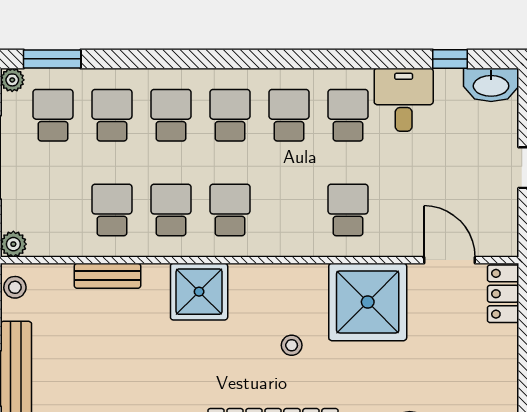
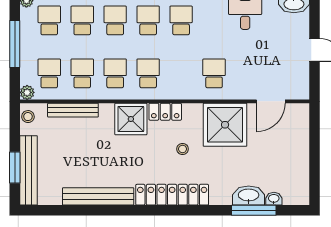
school desk: (348, 115) -> (49, 73), moved
door: (449, 260) -> (271, 101), swing flipped
bench: (107, 276) -> (73, 110), width x1.36
locker: (503, 294) -> (165, 112), moved, turned -90

